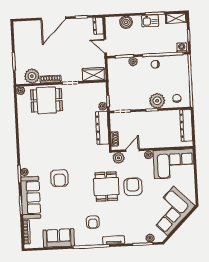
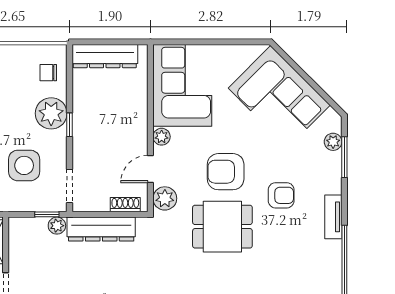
side table: (131, 89) -> (24, 165), added
door: (132, 150) -> (150, 169), hinge flipped
armchair: (93, 222) -> (281, 195), moved

